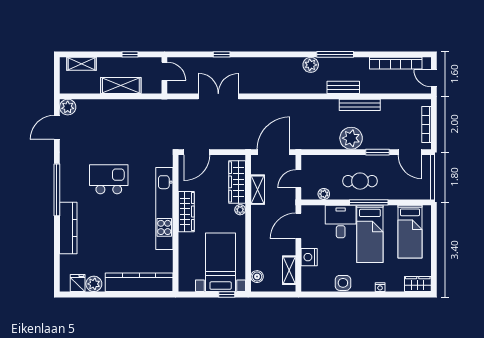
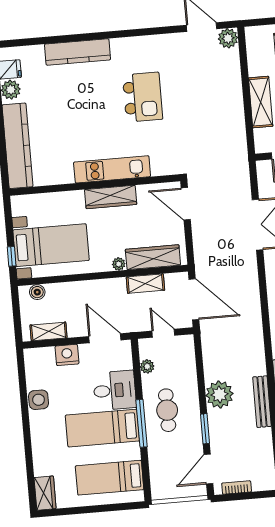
bookcase: (426, 125) -> (237, 487), width x0.64
window: (57, 190) -> (124, 34), removed
kitchen unit: (164, 208) -> (112, 169), width x0.73
nightstand: (380, 287) -> (37, 446), removed

